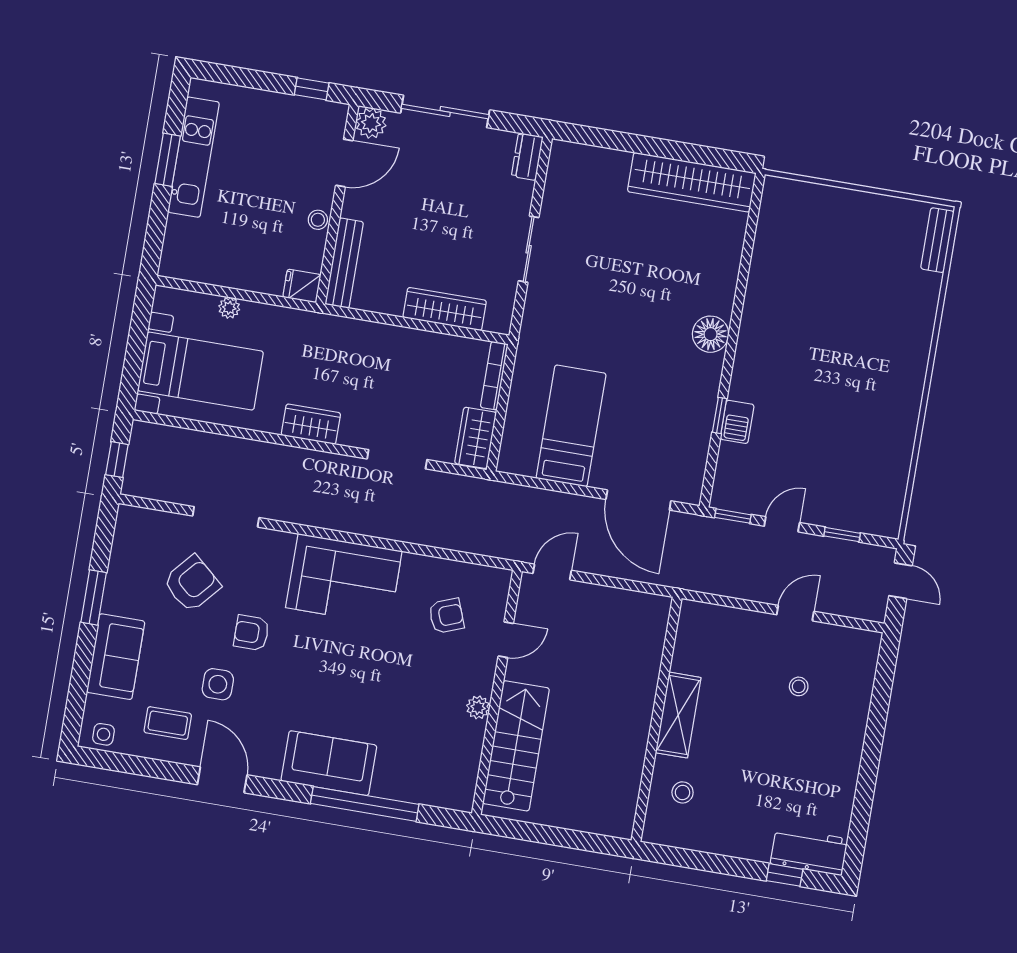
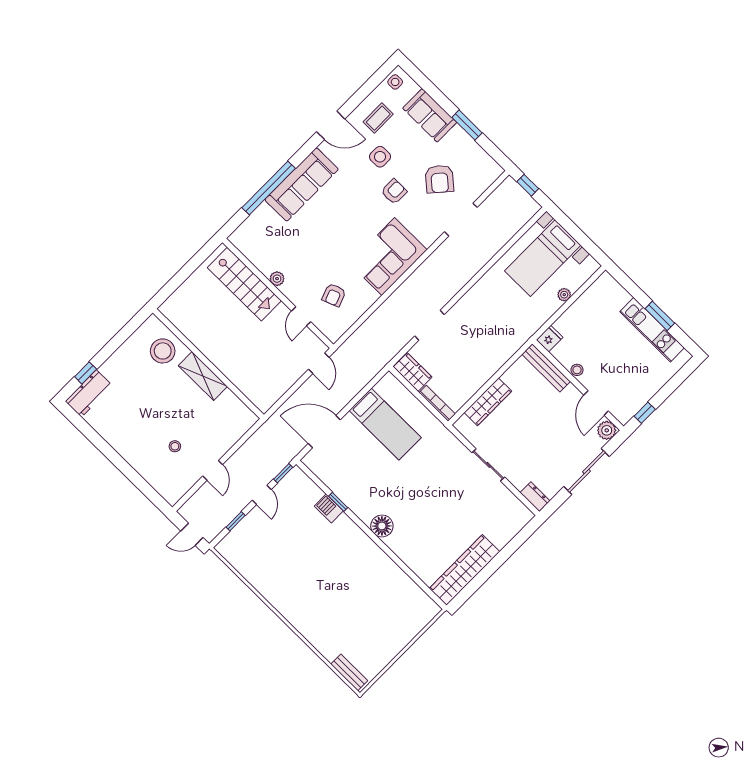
wardrobe: (311, 424) -> (477, 295), removed
sofa: (329, 763) -> (302, 184), width x1.36
stool: (683, 792) -> (163, 351), width x1.89, depth x1.89

